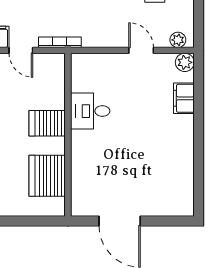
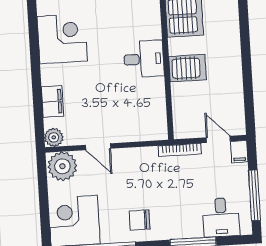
plant: (178, 40) -> (62, 166), width x1.88, depth x1.88
desk: (90, 111) -> (144, 59), moved
corner desk: (170, 160) -> (62, 39), added

